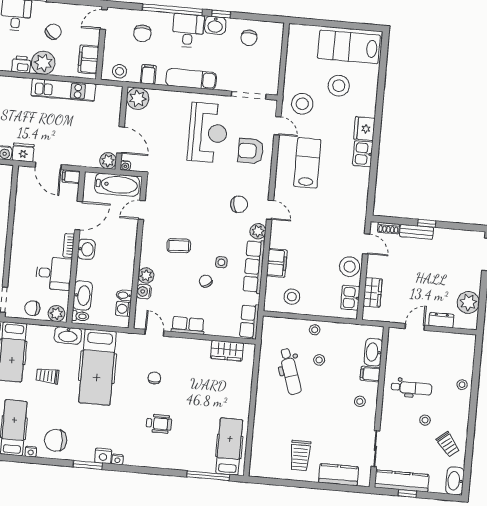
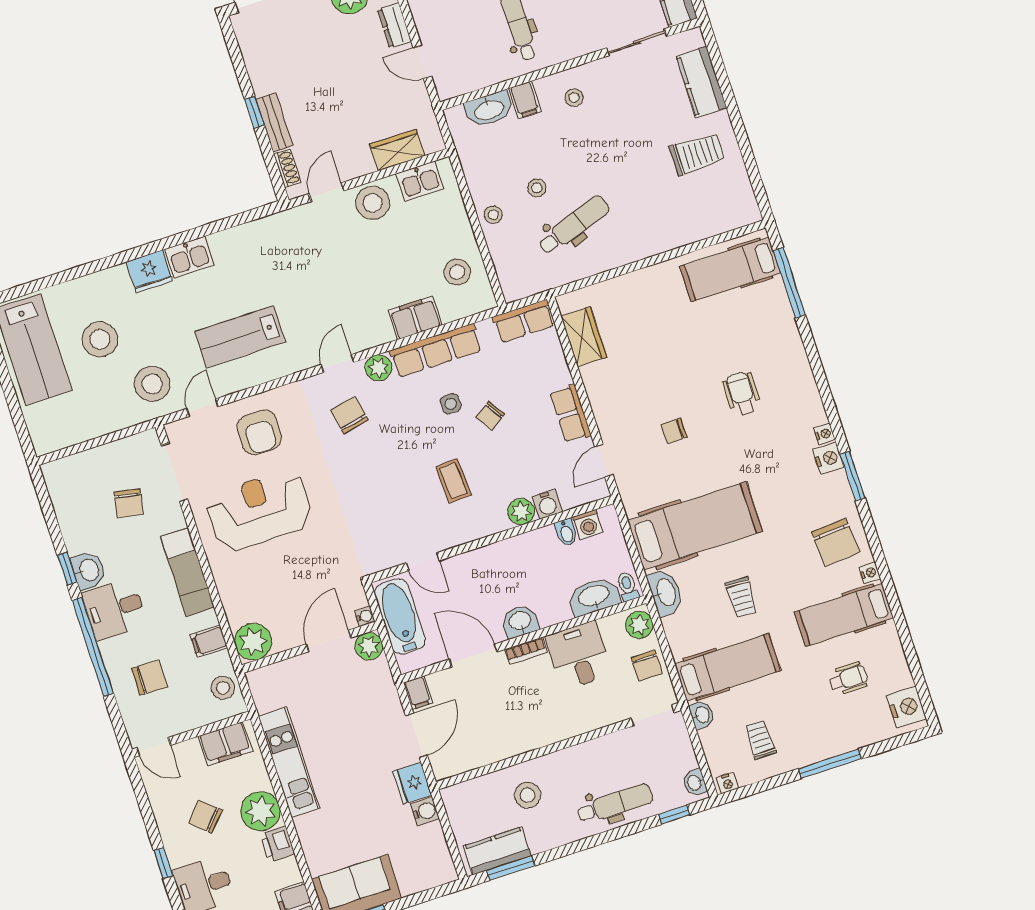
chair: (249, 38) -> (129, 503), moved, turned 101

